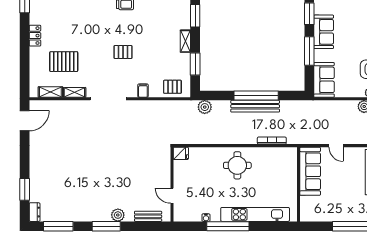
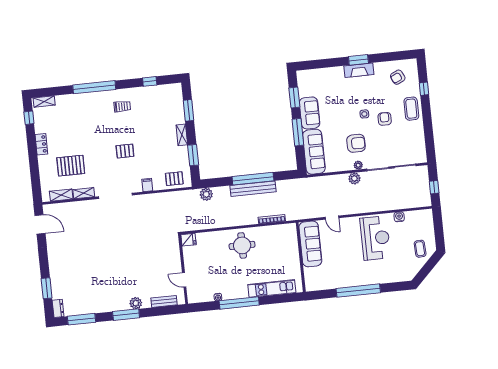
sofa: (324, 80) -> (314, 152), width x1.36
door: (25, 121) -> (40, 224), hinge flipped
kitchen unit: (255, 214) -> (272, 288), width x0.73

